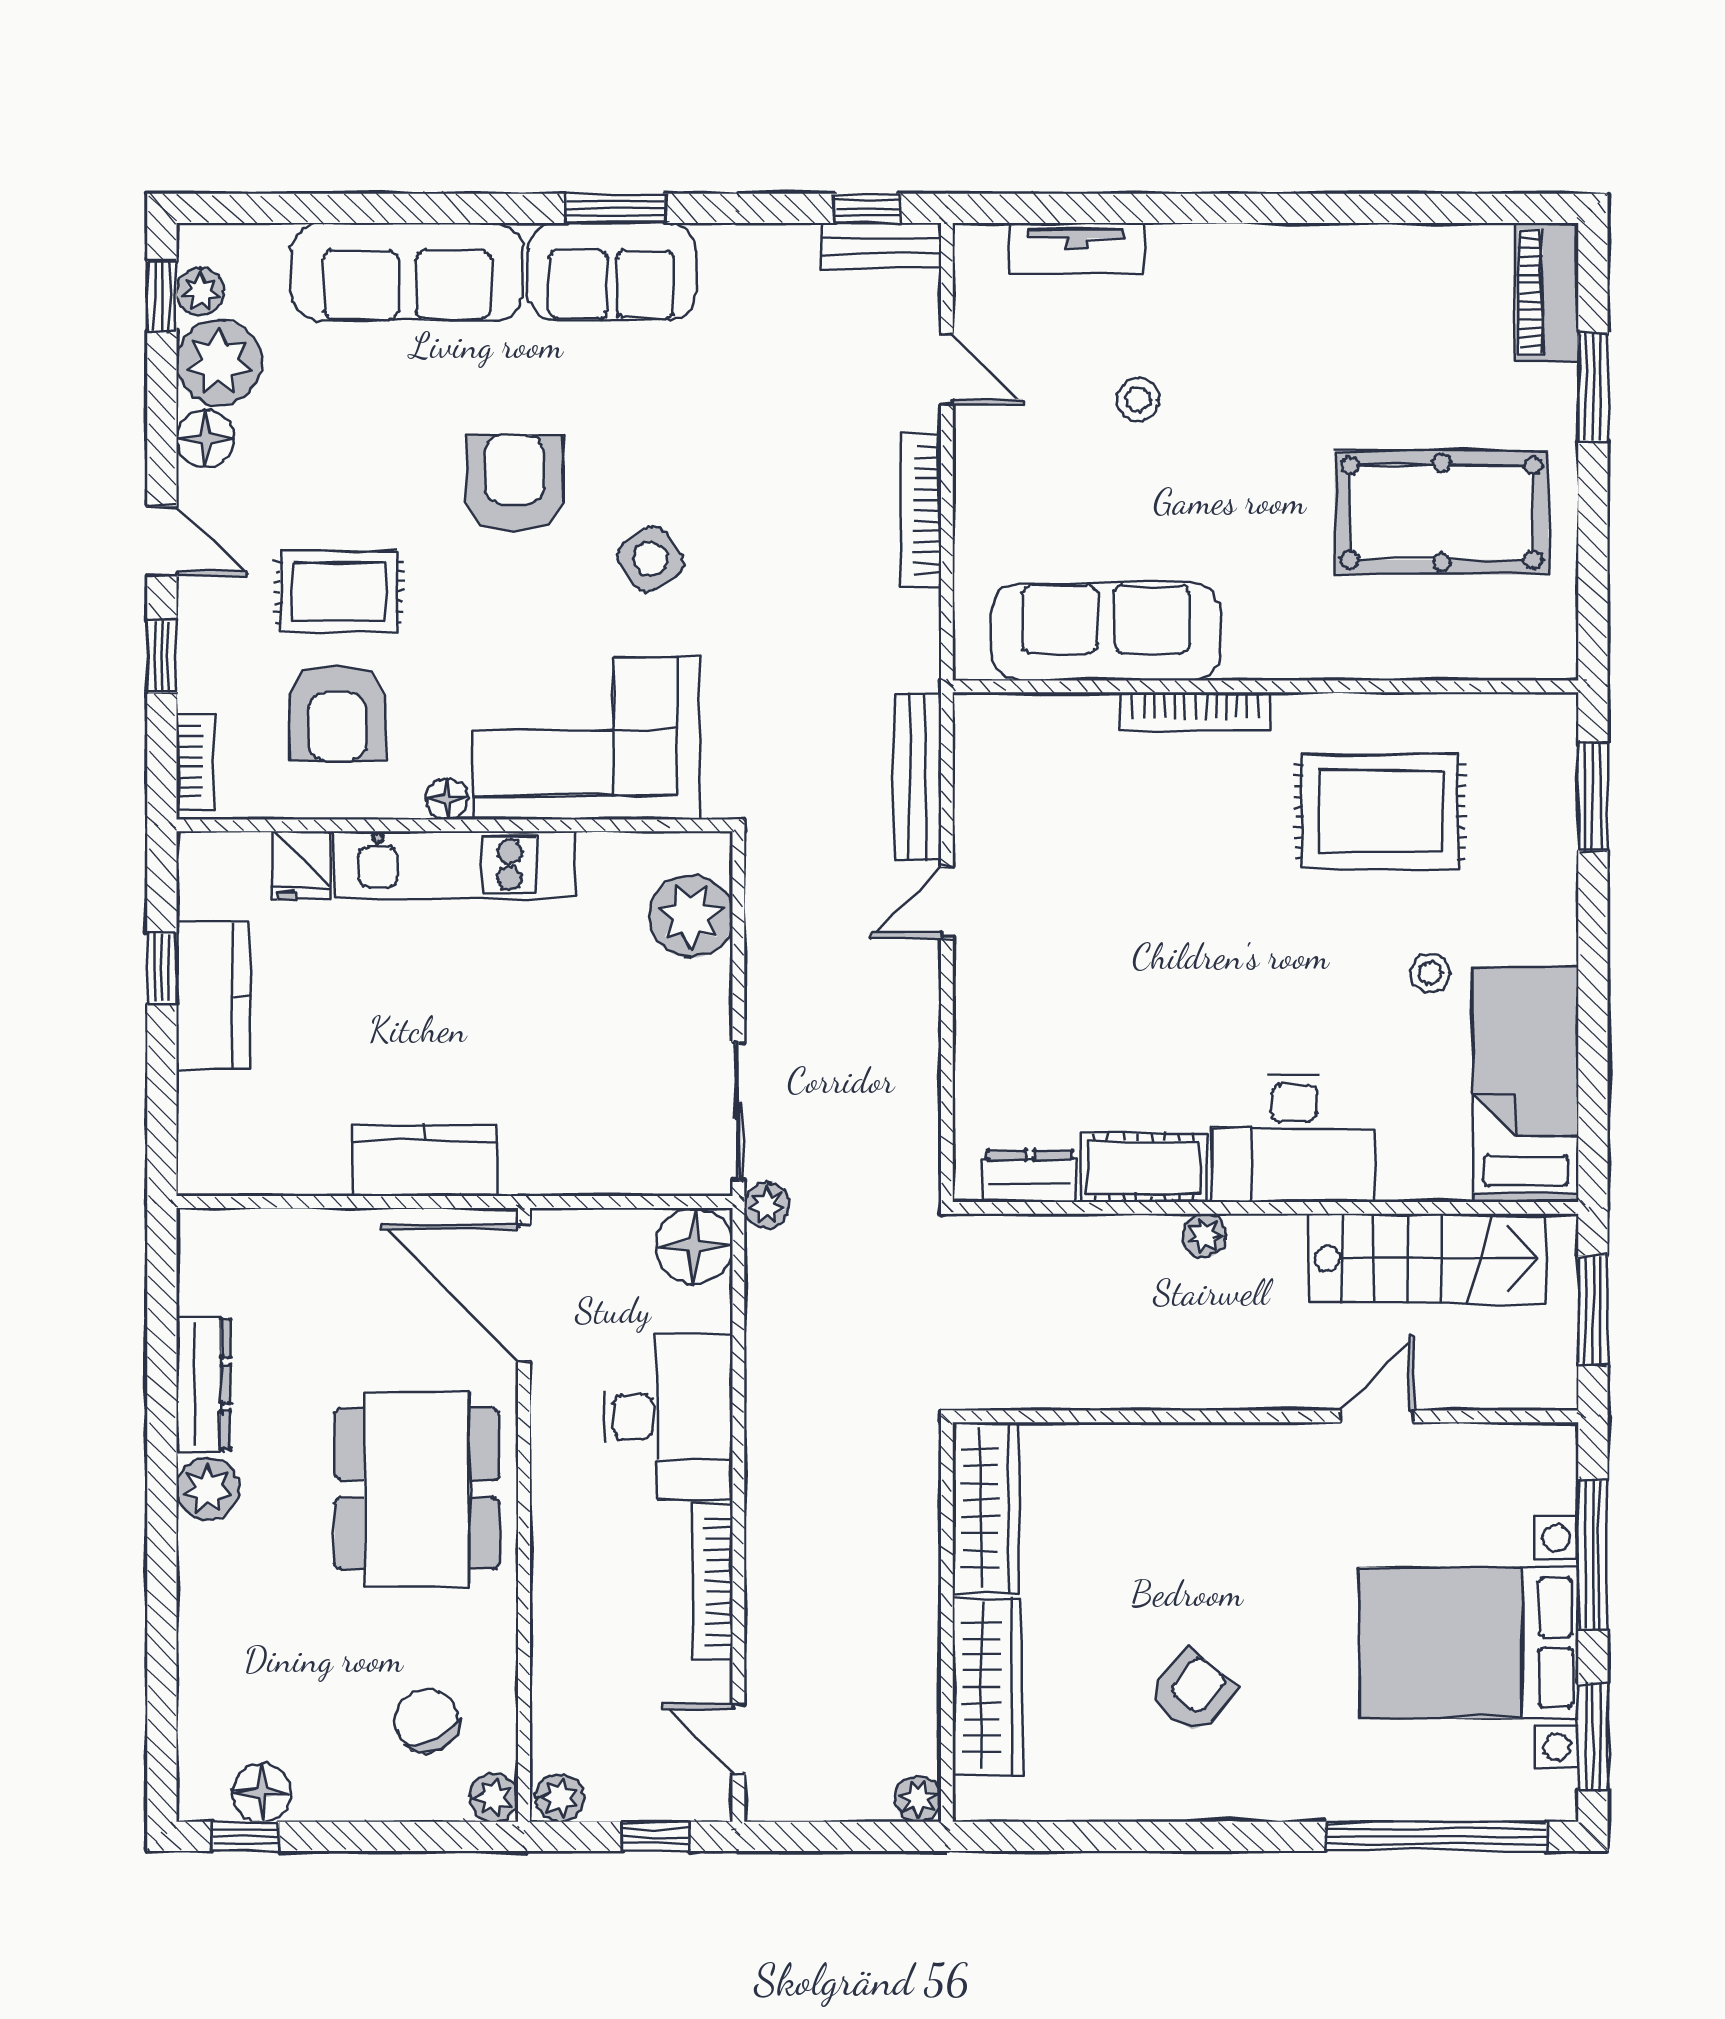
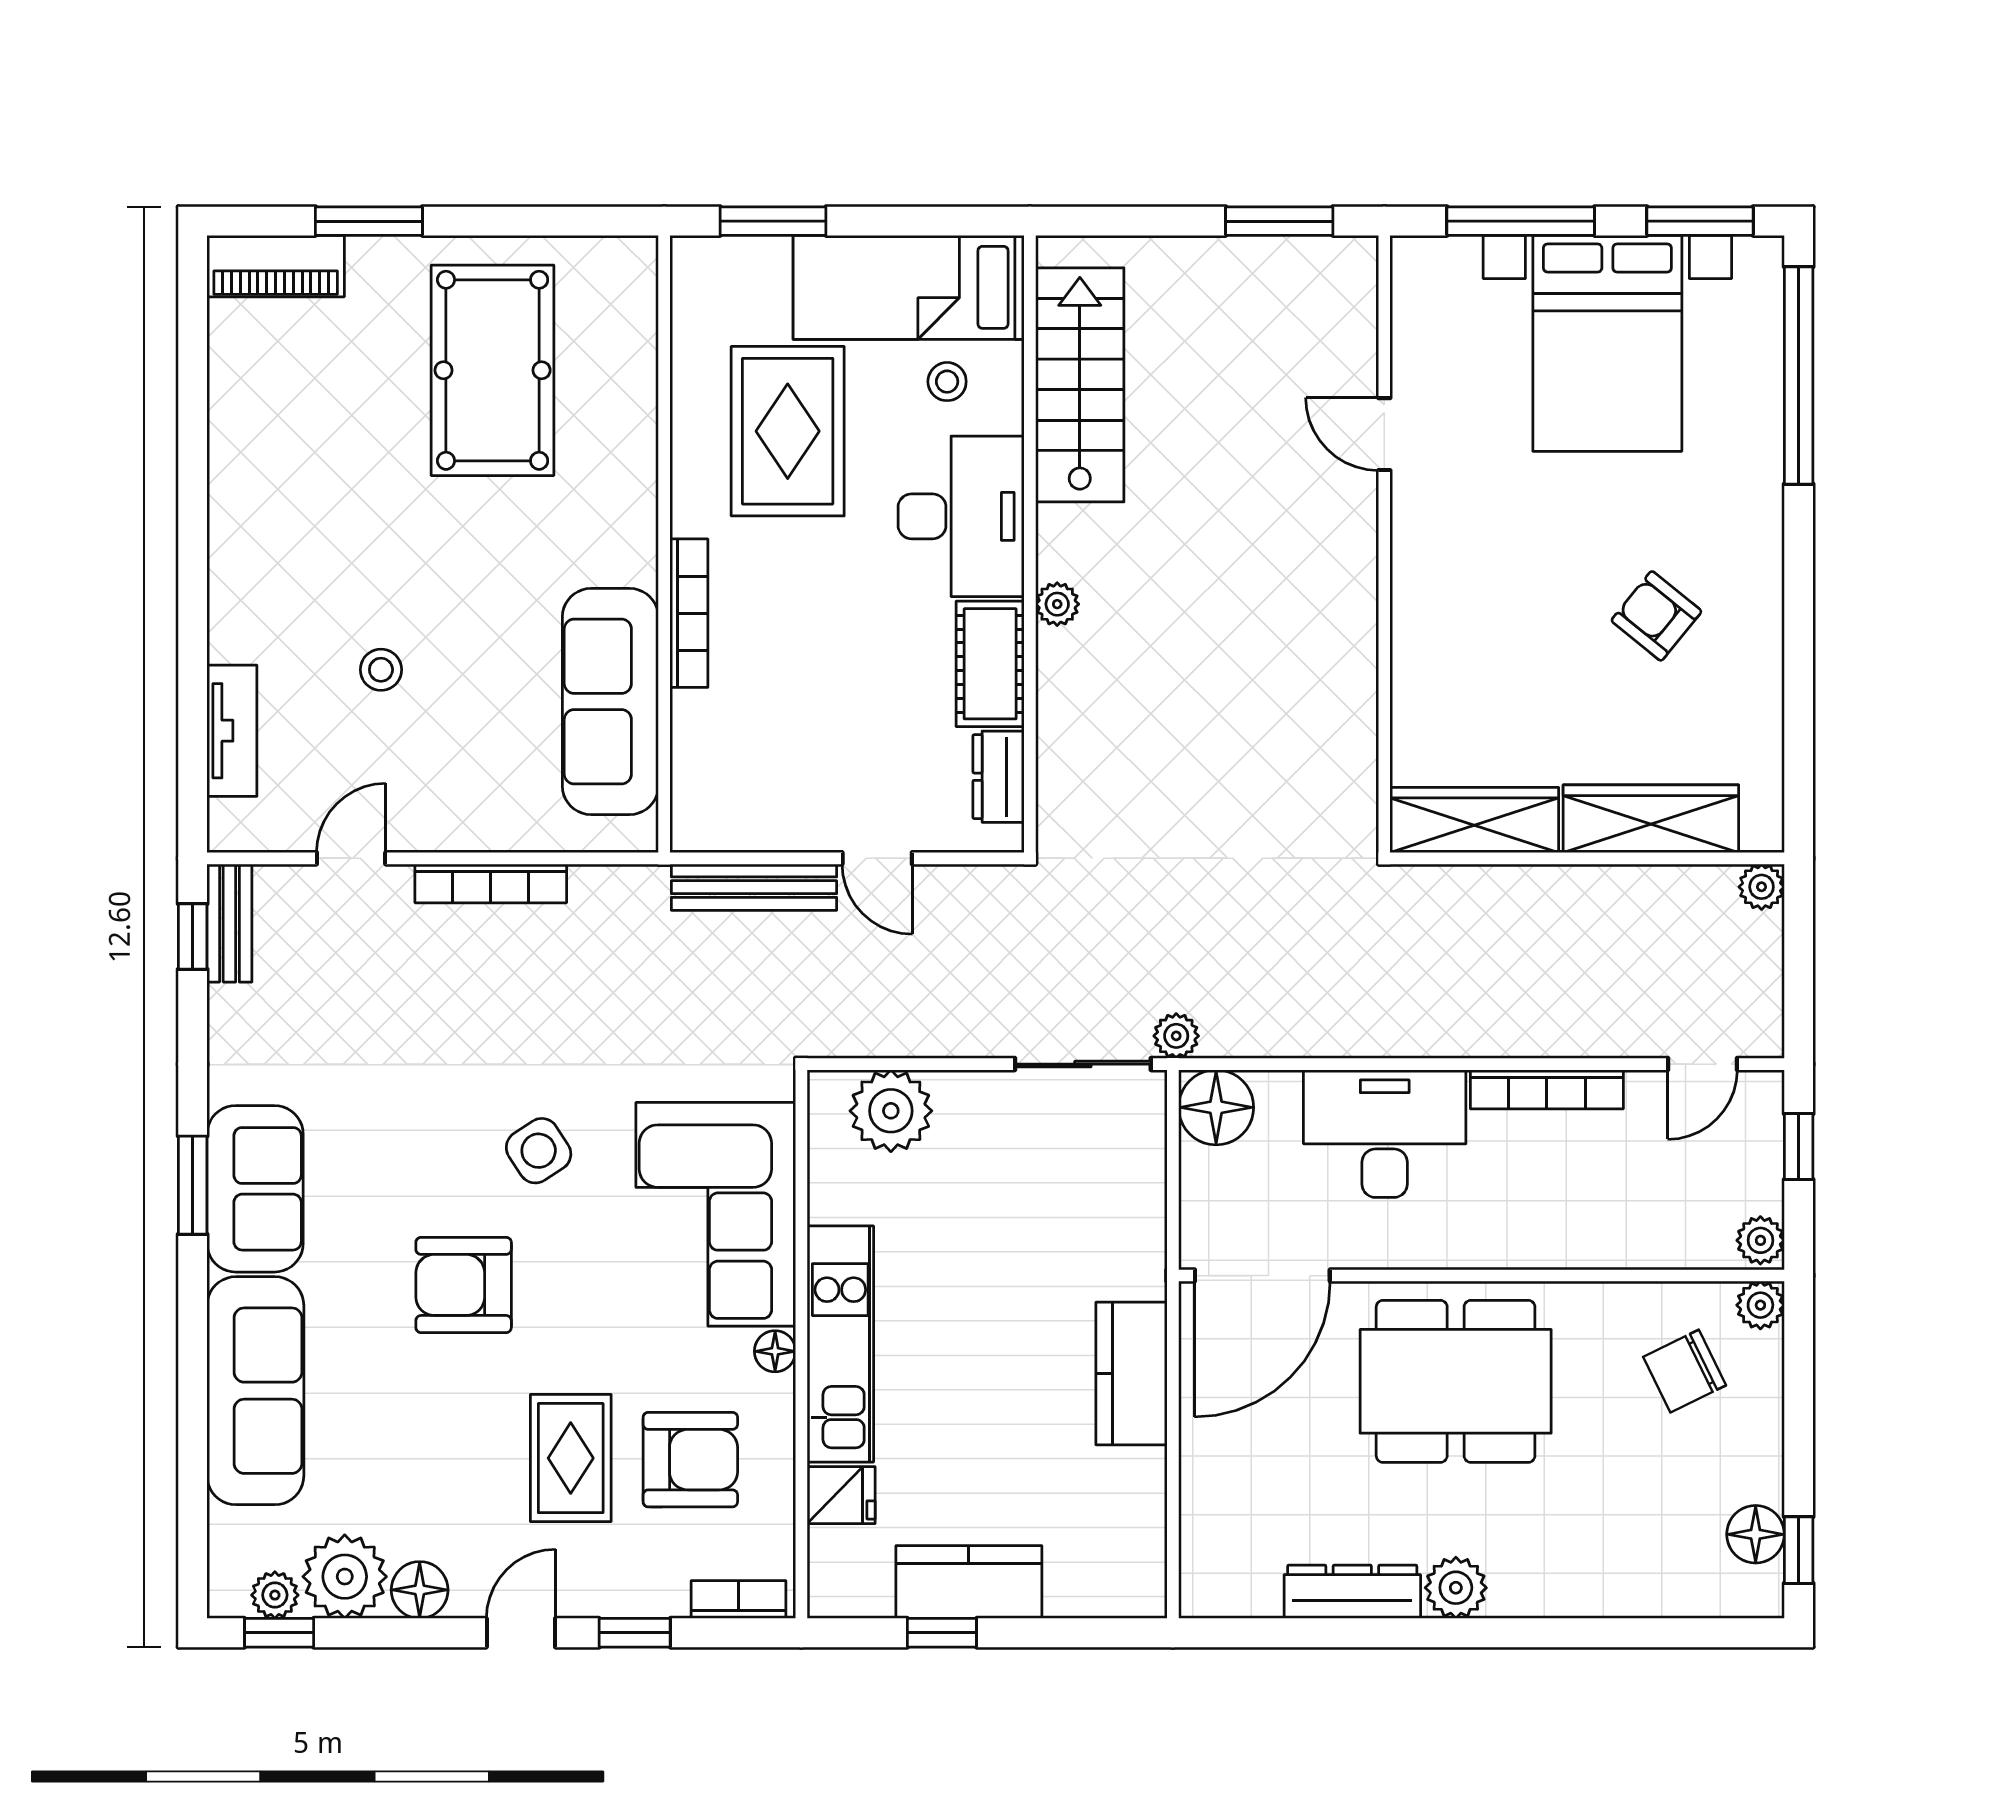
bed: (1526, 1085) -> (909, 287), moved
desk: (1294, 1138) -> (961, 516), moved
cot: (1144, 1167) -> (990, 664), moved
dresser: (1030, 1176) -> (999, 777), moved
wall: (1266, 1208) -> (1030, 544), moved
plant: (1205, 1235) -> (1057, 604), moved
stairs: (1427, 1258) -> (1080, 385), moved

